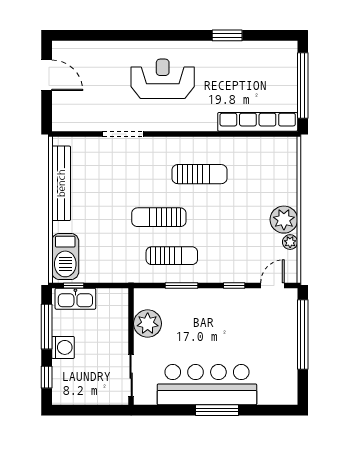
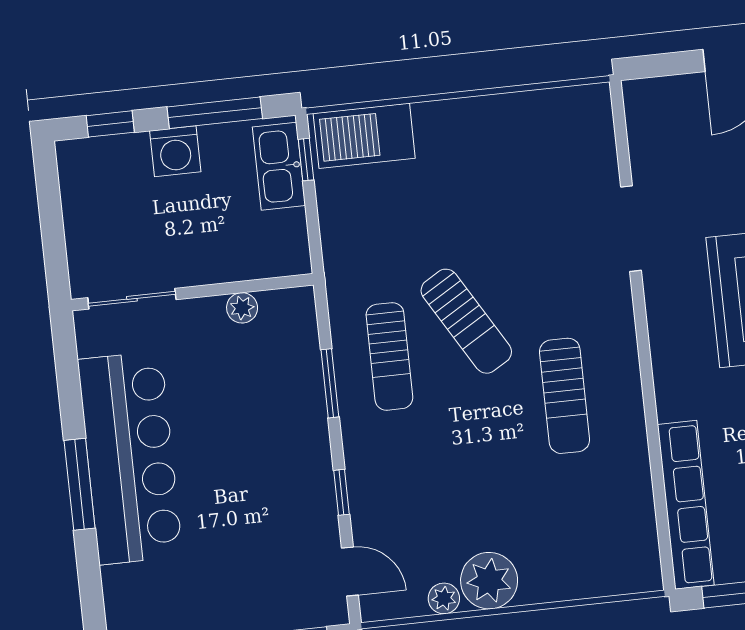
bench: (61, 183) -> (515, 111), removed
sun lounger: (159, 217) -> (466, 321), turned 149
plant: (148, 324) -> (242, 308), width x0.53, depth x0.53

